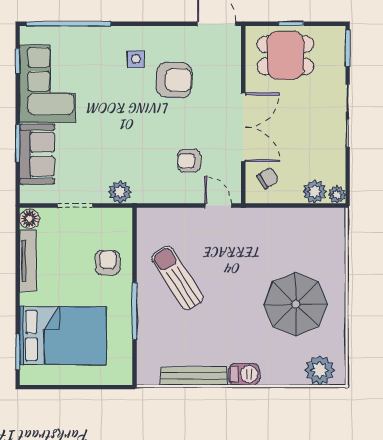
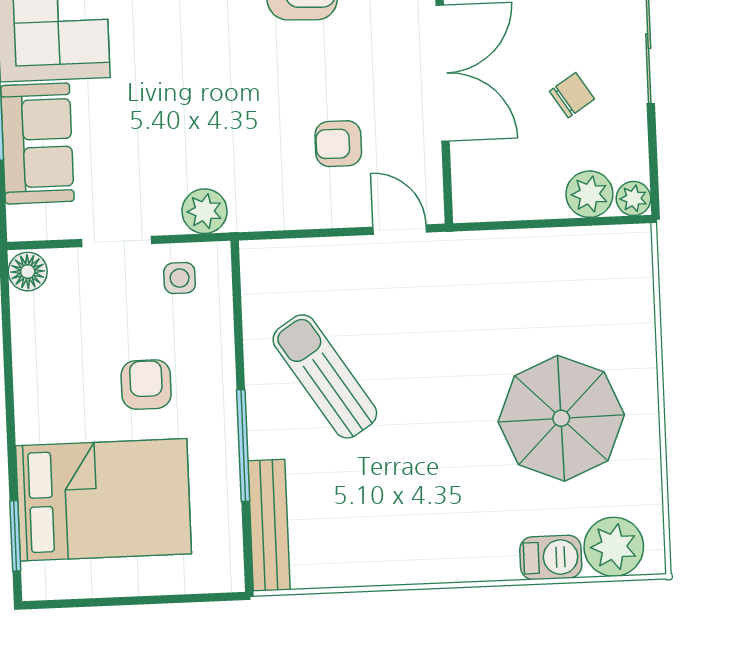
chair: (268, 178) -> (572, 95), moved
side table: (106, 225) -> (180, 278), added
tv unit: (28, 261) -> (28, 355), removed
armchair: (108, 263) -> (146, 385), moved
barbecue: (244, 374) -> (551, 557), moved
bench: (194, 376) -> (269, 525), moved, turned 90

